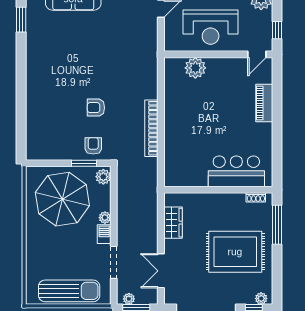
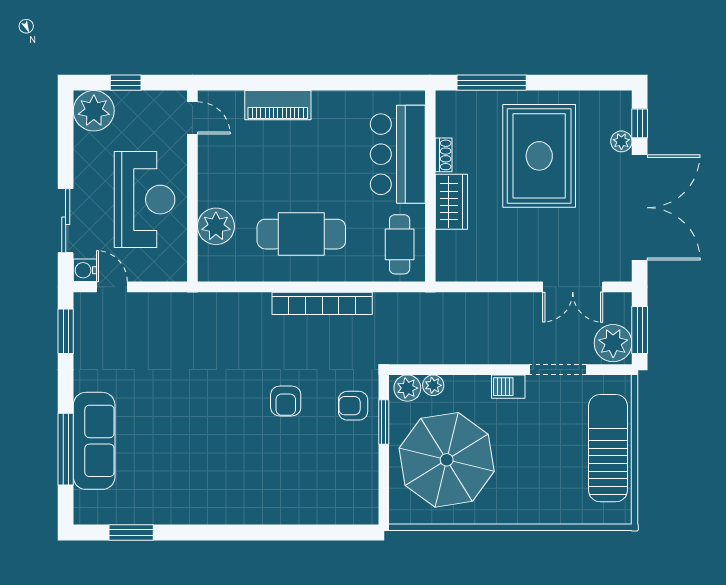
window: (277, 30) -> (126, 83), moved
cafe table: (191, 116) -> (301, 234), added
cafe table: (185, 172) -> (400, 244), added
shoe rack: (256, 197) -> (444, 155), moved
plant: (105, 218) -> (433, 385), moved
wardrobe: (173, 223) -> (451, 202), moved, turned 90
plant: (261, 298) -> (621, 141), moved
plant: (129, 299) -> (613, 343), width x1.88, depth x1.88

